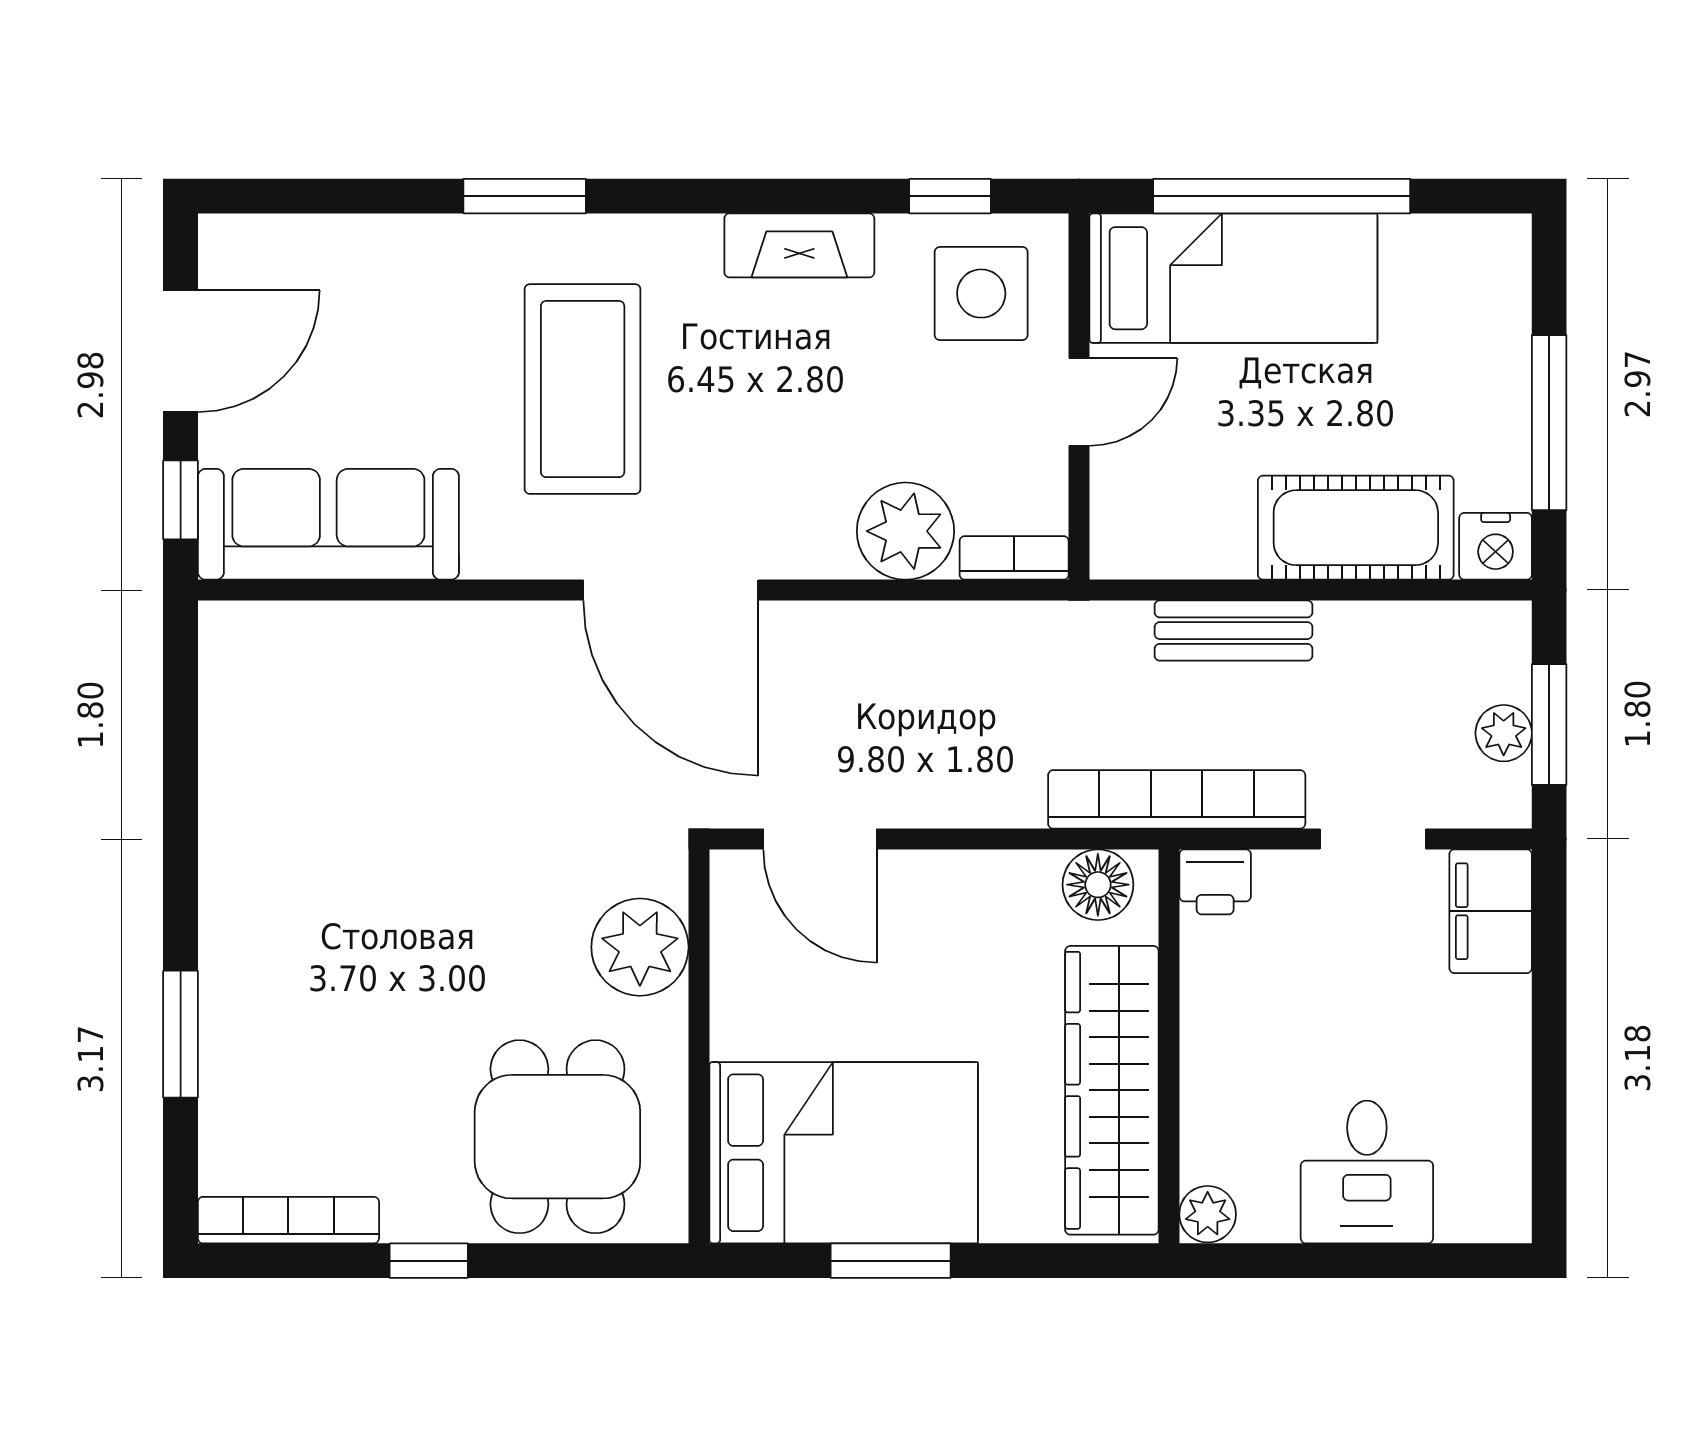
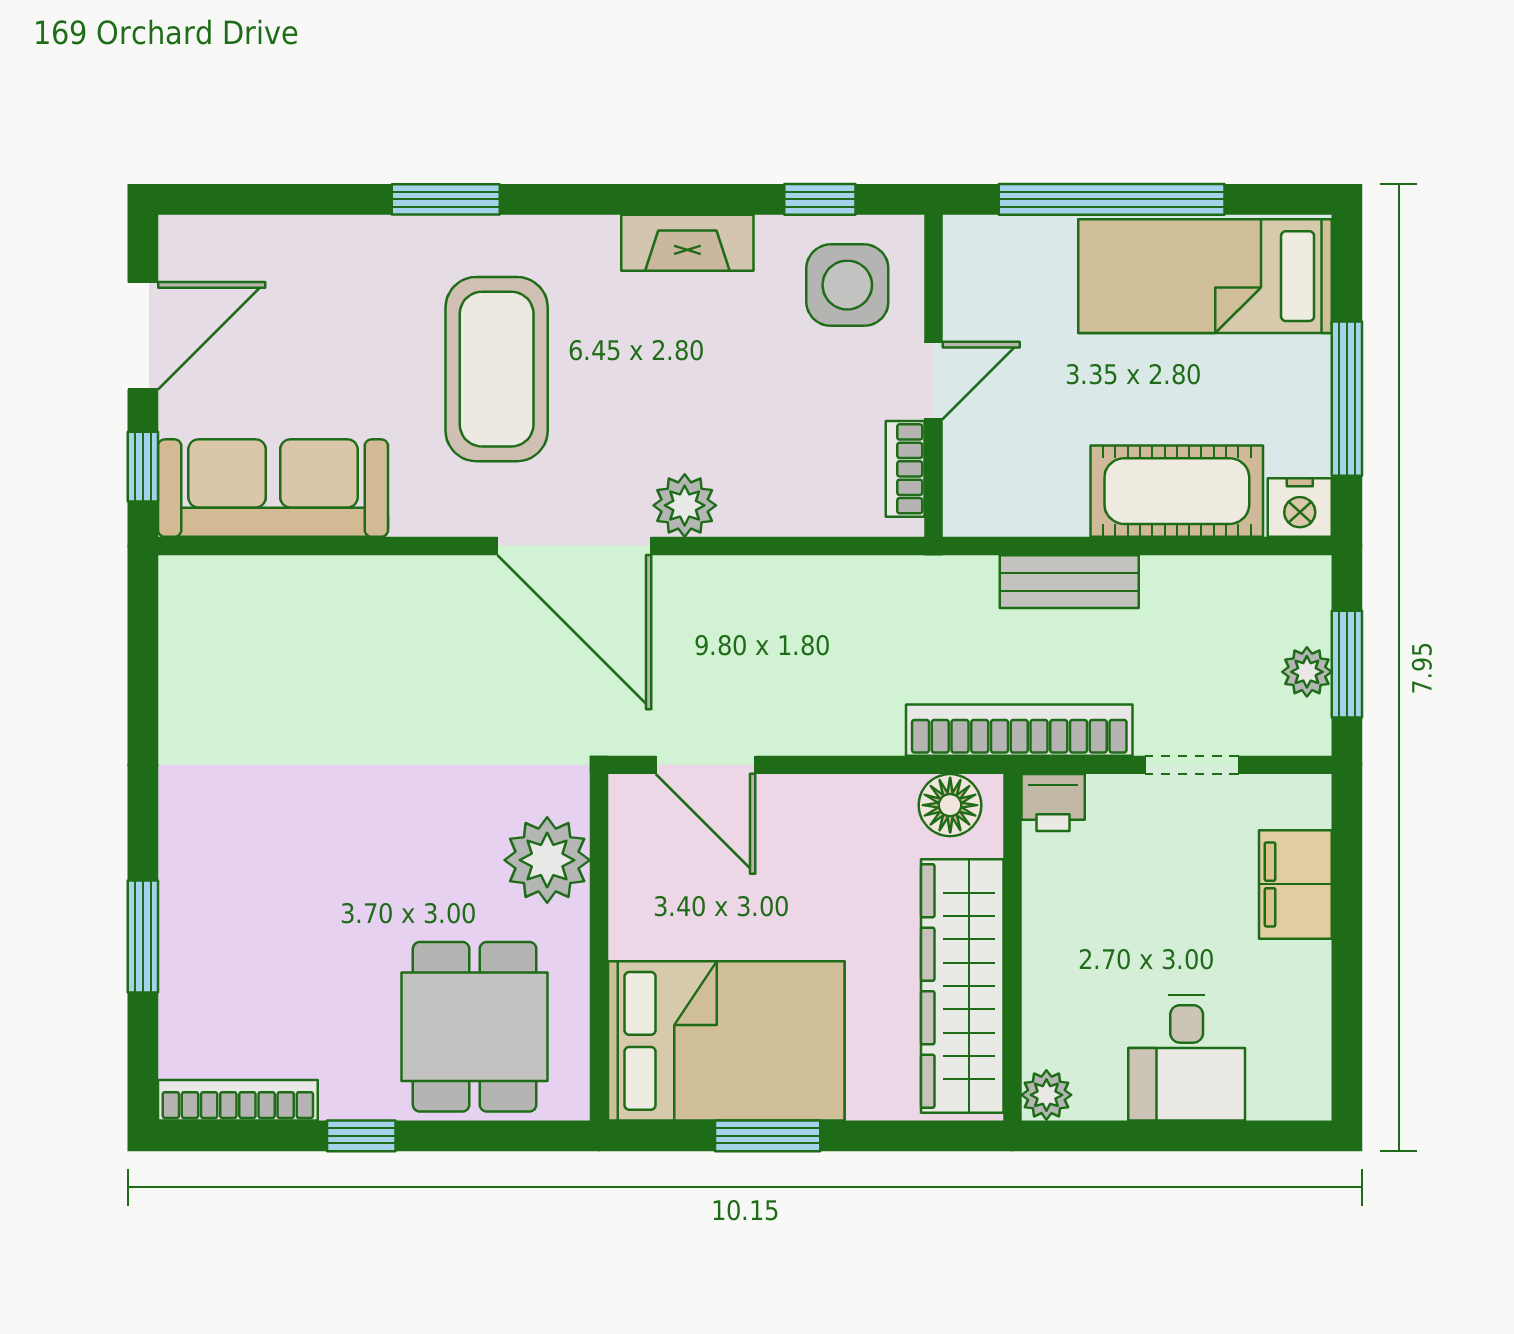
bed: (1233, 278) -> (1205, 276), moved, turned 180
plant: (905, 531) -> (685, 505), moved, width x0.73, depth x0.73
bookcase: (1014, 558) -> (905, 469), moved, turned -90
filing cabinet: (1491, 911) -> (1295, 884), moved

